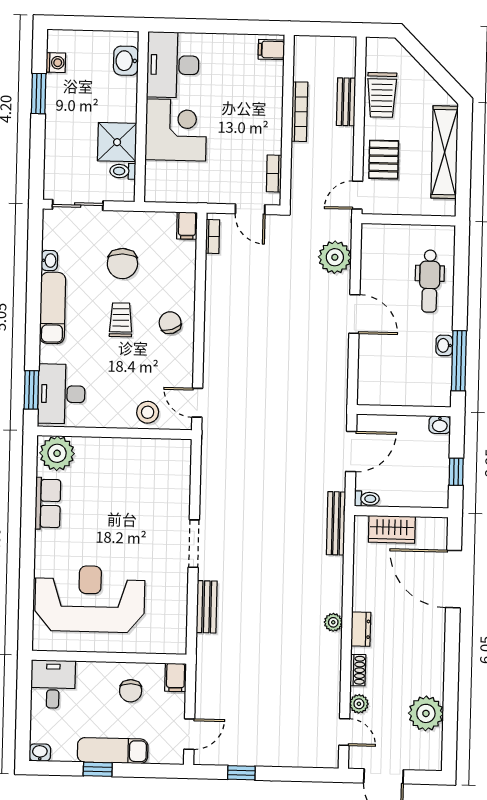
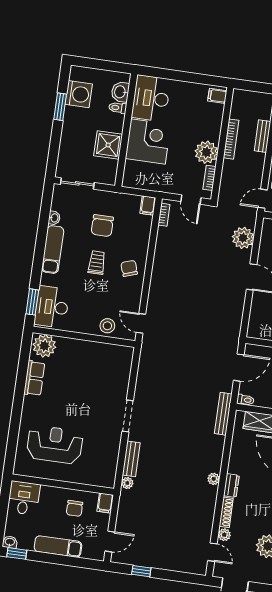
washing machine: (56, 63) -> (79, 94), width x1.89, depth x1.89
plant: (265, 136) -> (206, 152), added
toilet: (123, 171) -> (118, 108), moved
reception desk: (90, 599) -> (55, 445), width x0.74, depth x0.77
plant: (205, 644) -> (127, 483), added
shoe rack: (358, 670) -> (226, 512), width x1.43
window: (98, 769) -> (17, 553), moved

